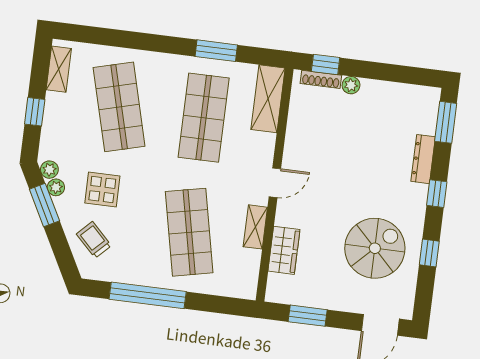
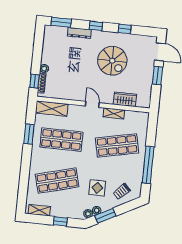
spiral stairs: (375, 248) -> (112, 61), moved, turned 180
window: (308, 316) -> (157, 76), moved

